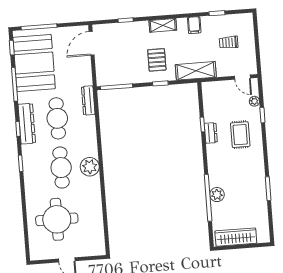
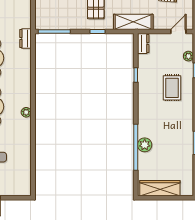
door: (242, 77) -> (178, 32), swing flipped
dresser: (88, 100) -> (25, 38), width x0.70
dresser: (211, 133) -> (143, 44), moved
plant: (90, 167) -> (26, 112), width x0.53, depth x0.53

